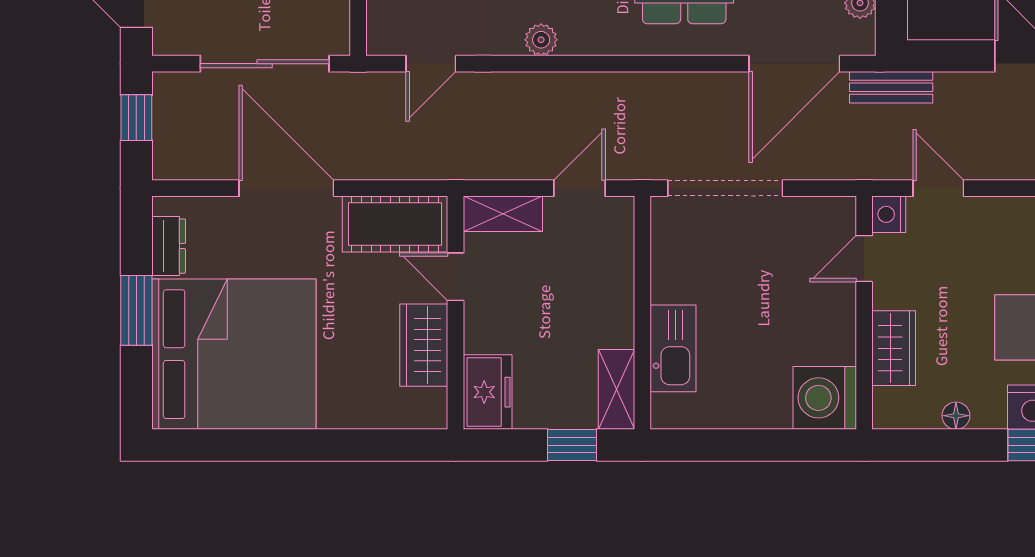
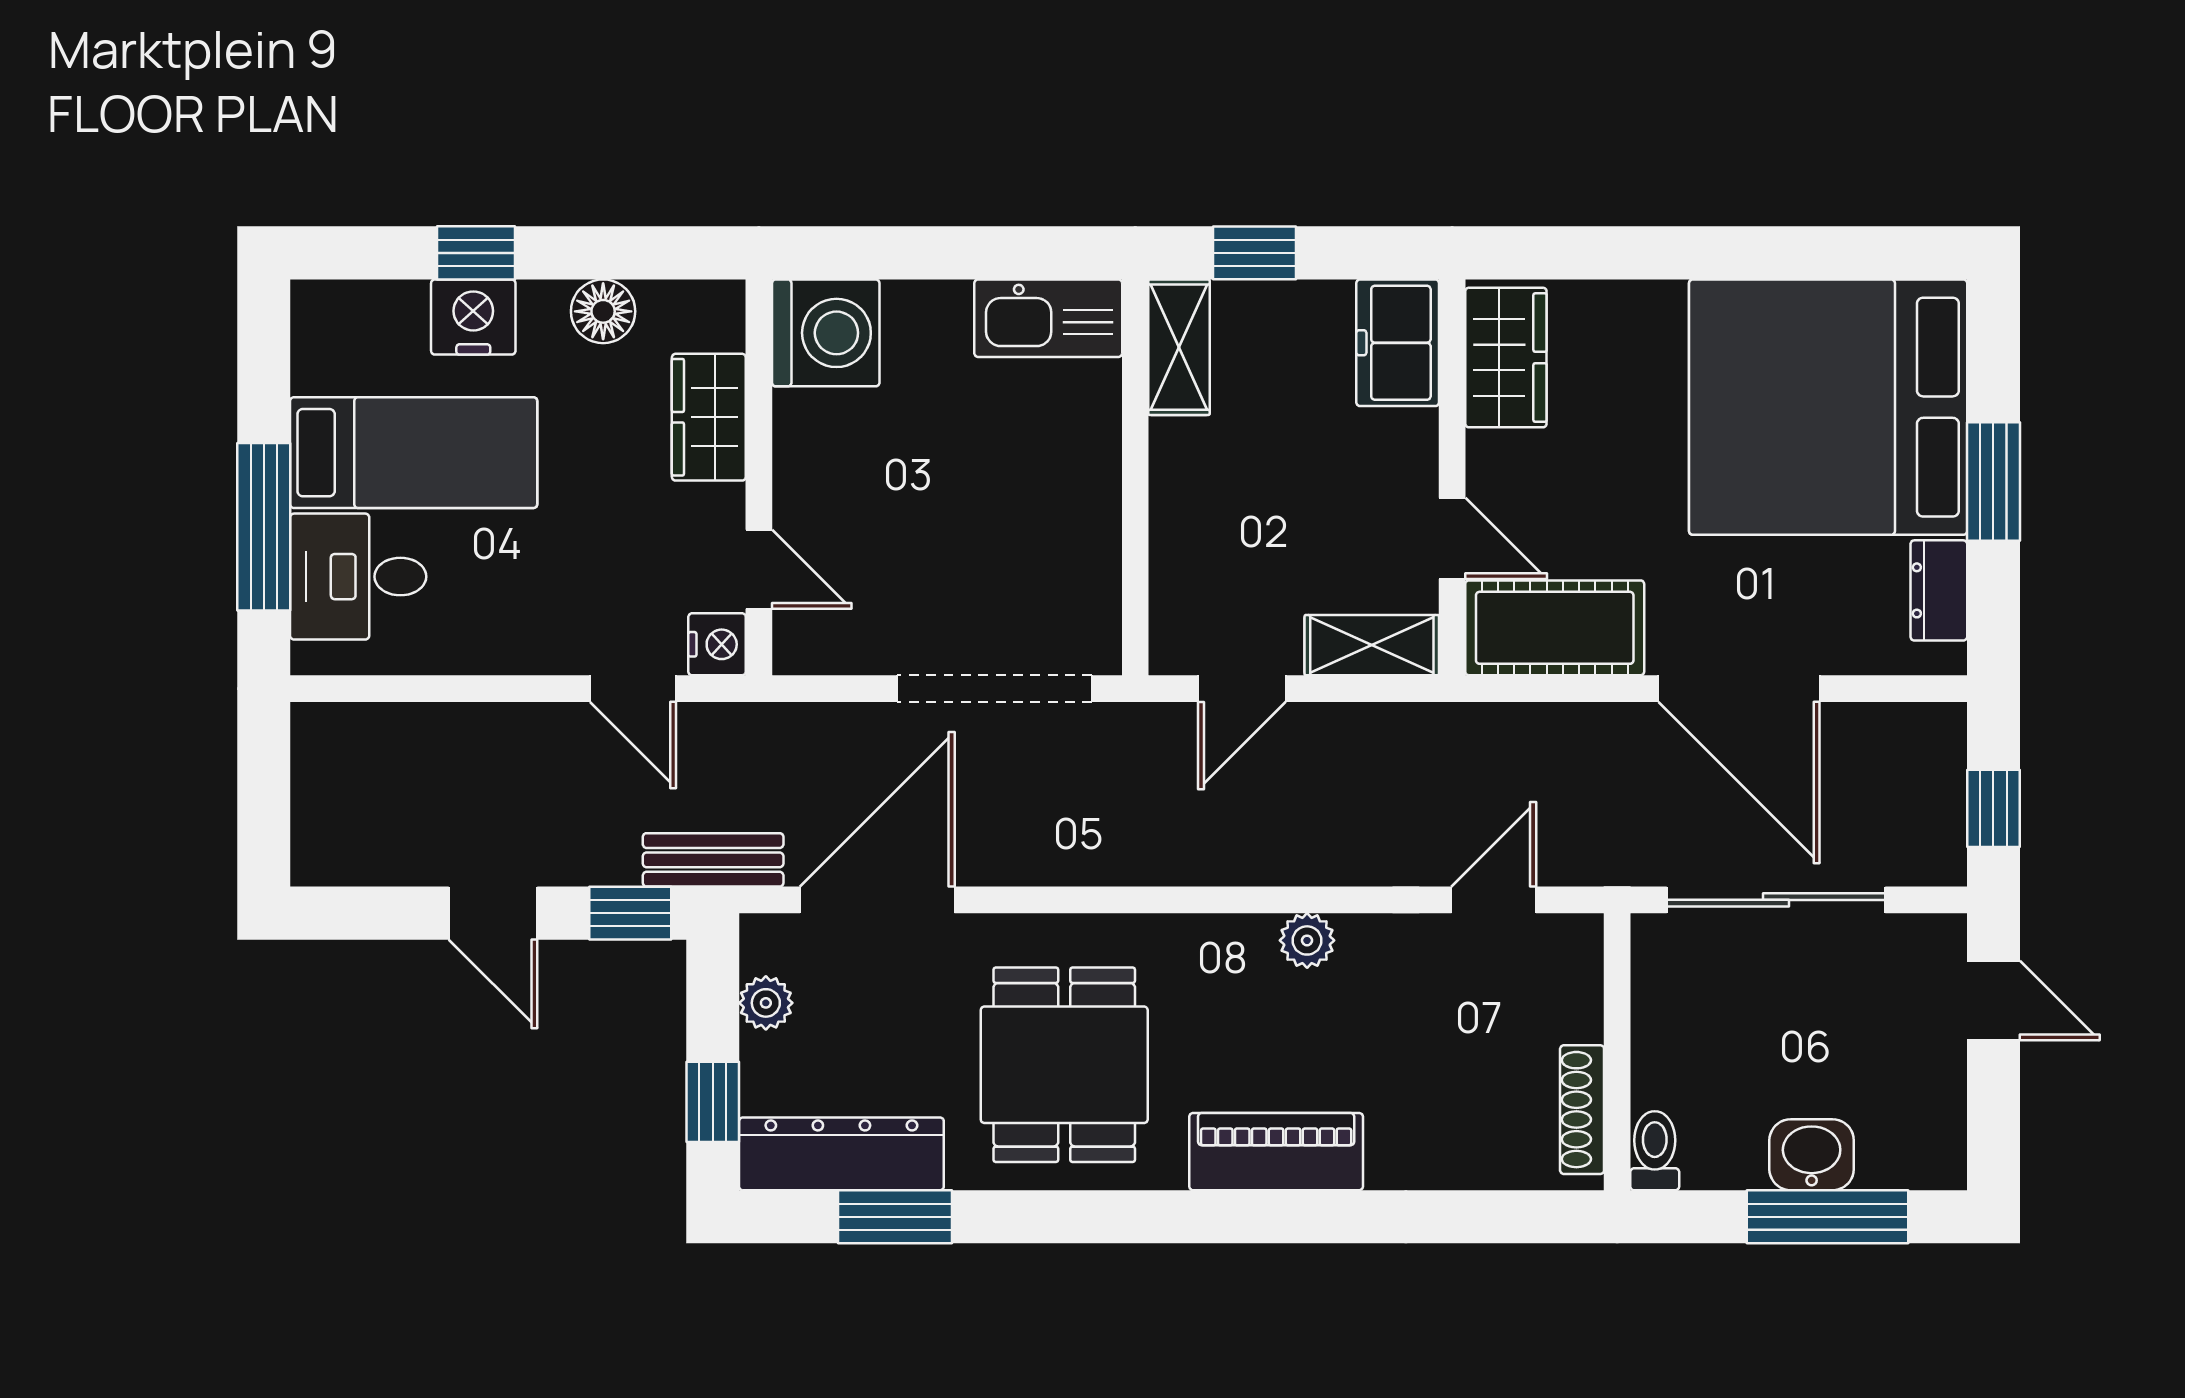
window: (940, 56) -> (630, 913), added
door: (864, 259) -> (759, 569), hinge flipped
wardrobe: (424, 345) -> (1506, 358), moved
kitchen sink: (673, 348) -> (1048, 318), moved, turned -90
floor lamp: (956, 416) -> (603, 311), width x1.37, depth x1.37

